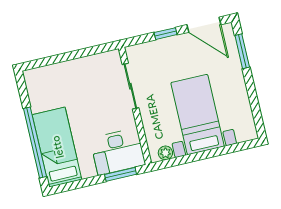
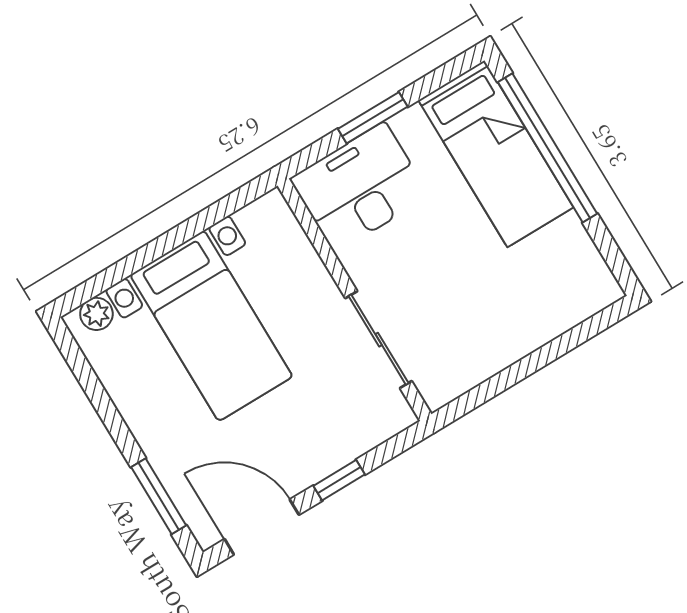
plant: (165, 153) -> (96, 314), moved
window: (121, 174) -> (373, 118), moved

